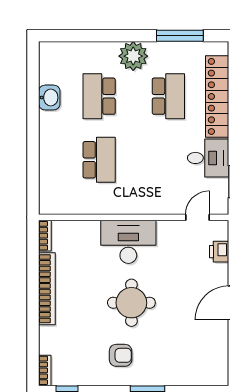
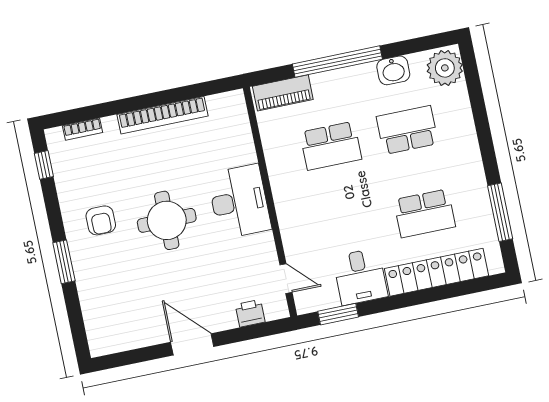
plant: (133, 56) -> (445, 68), moved
window: (33, 141) -> (337, 62), added
piano: (49, 189) -> (283, 93), added
bookcase: (45, 236) -> (226, 99), removed
bookcase: (45, 370) -> (83, 129), moved

